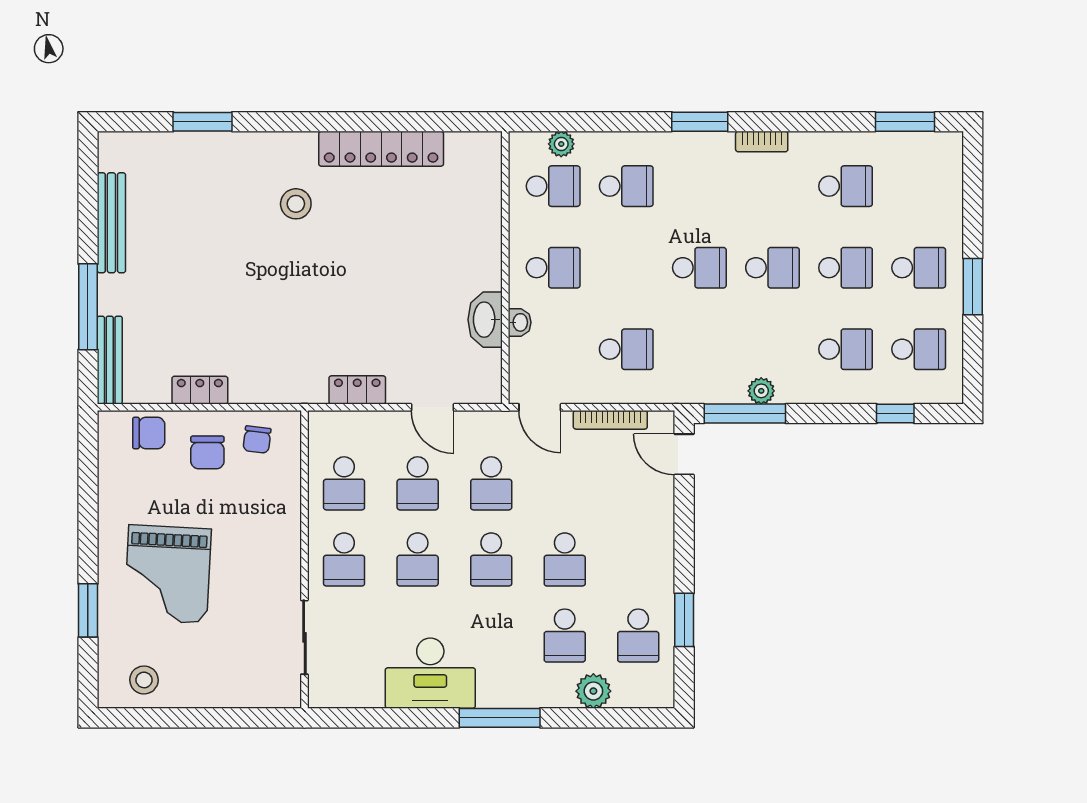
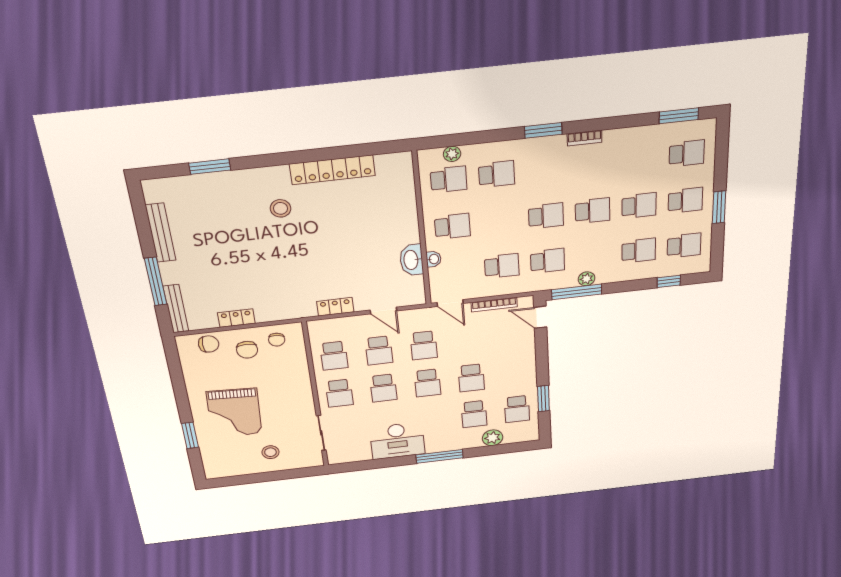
school desk: (846, 186) -> (687, 153), moved
school desk: (699, 349) -> (548, 261), added
stool: (144, 680) -> (270, 452), moved

